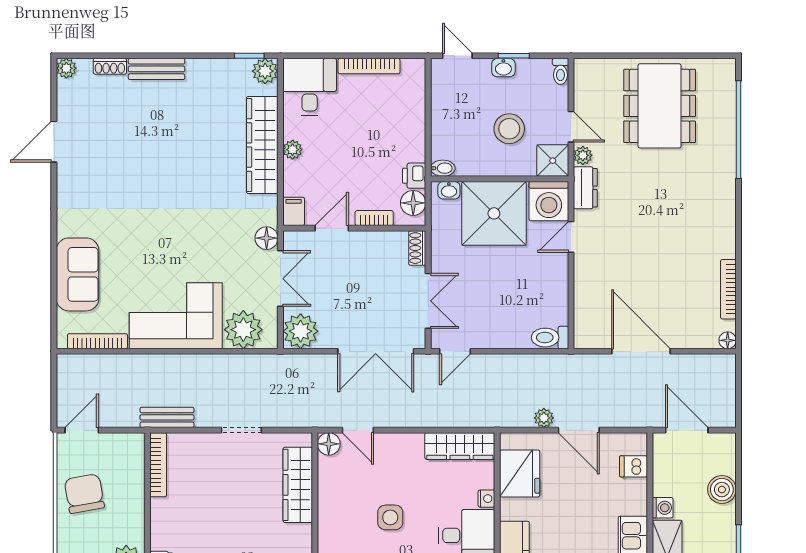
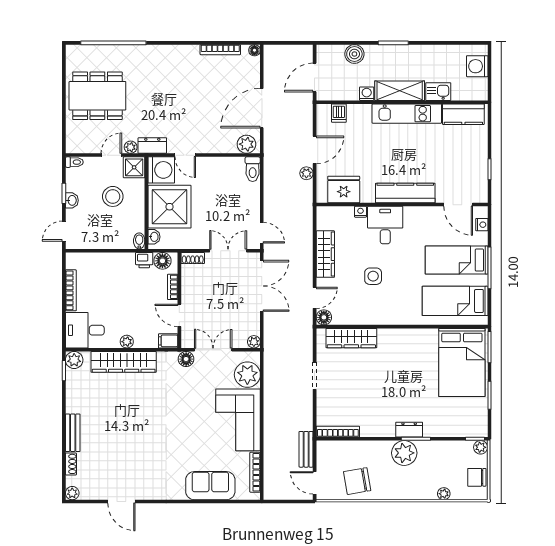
plant: (587, 328) -> (246, 144), added
plant: (301, 331) -> (254, 342), width x0.53, depth x0.53
bench: (167, 417) -> (306, 449), moved
wardrobe: (460, 446) -> (325, 254), moved

